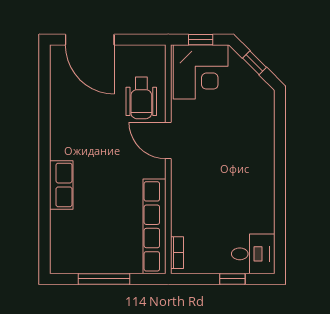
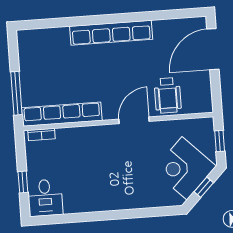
corner desk: (201, 72) -> (185, 168), moved, turned 45
wheelchair: (141, 98) -> (168, 95), turned -90
row of seats: (61, 185) -> (111, 33), width x2.02
window: (104, 279) -> (16, 93), moved

